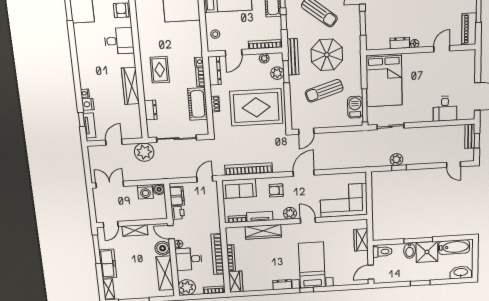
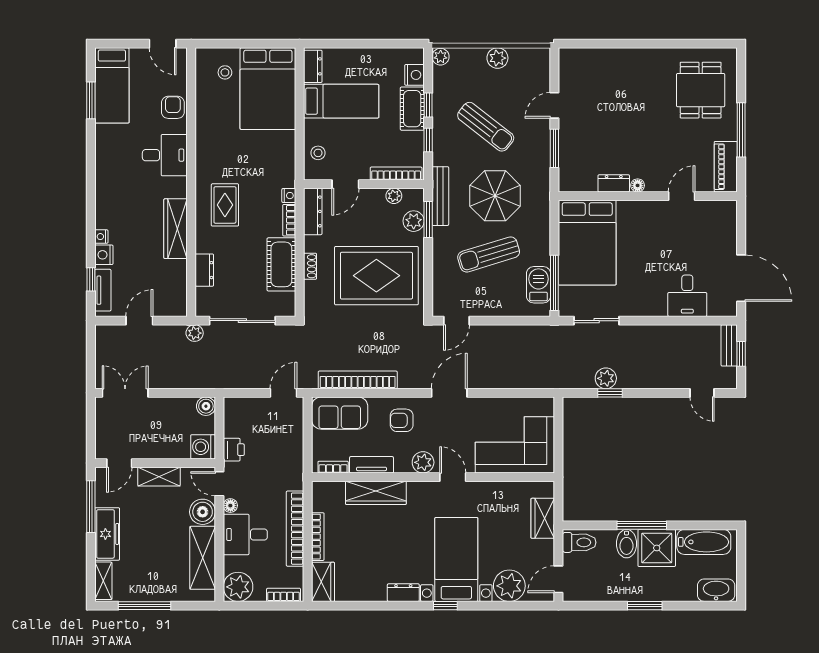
plant: (144, 152) -> (195, 333), width x0.53, depth x0.53
washing machine: (145, 192) -> (203, 447), moved, turned 90
filing cabinet: (177, 196) -> (235, 420), removed
plant: (343, 277) -> (509, 586), added

